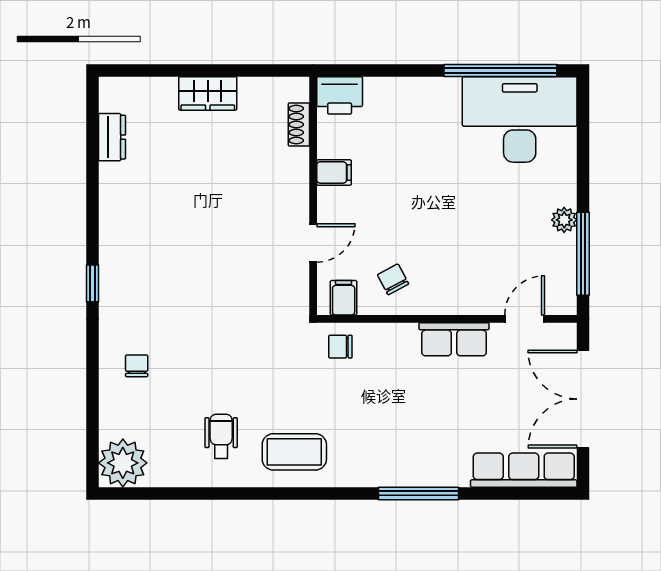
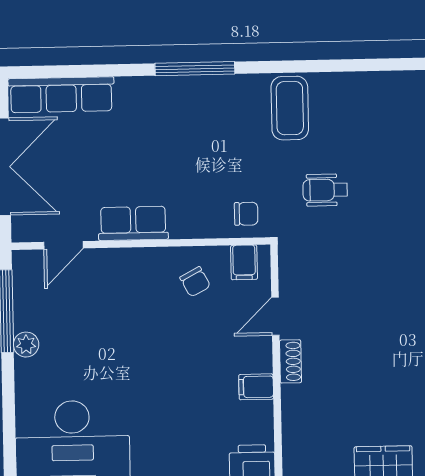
shoe rack: (299, 124) -> (290, 361), moved
wheelchair: (221, 436) -> (325, 190), moved, turned 90
coffee table: (294, 452) -> (290, 108), turned 90
window: (418, 493) -> (195, 69), moved

